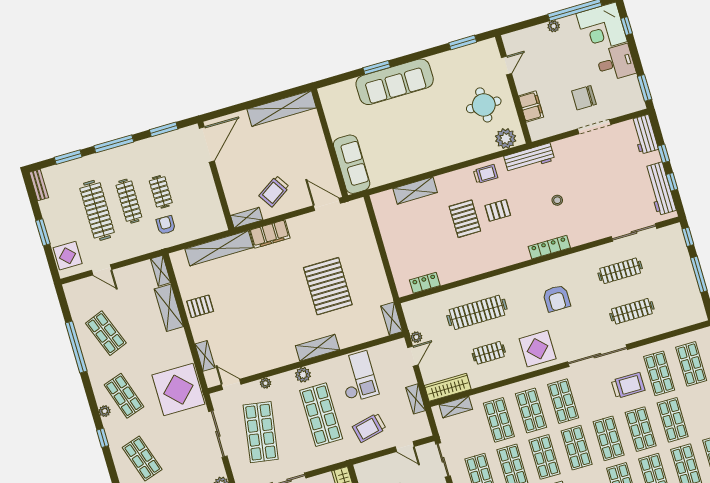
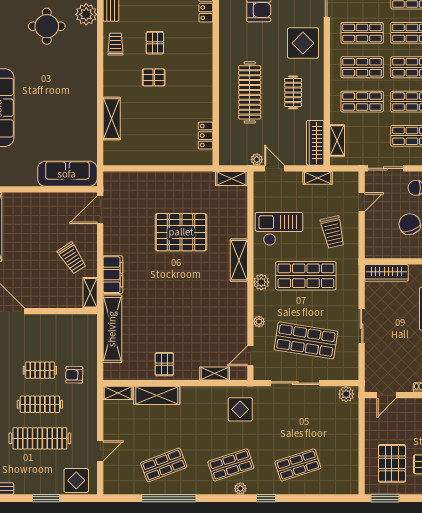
pallet: (465, 219) -> (154, 77), width x0.67, depth x0.71
display table: (178, 390) -> (240, 409), width x0.54, depth x0.54

